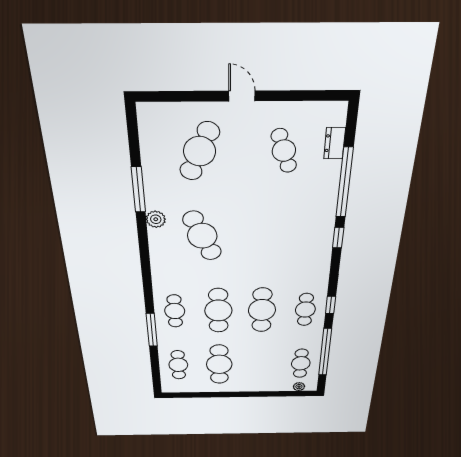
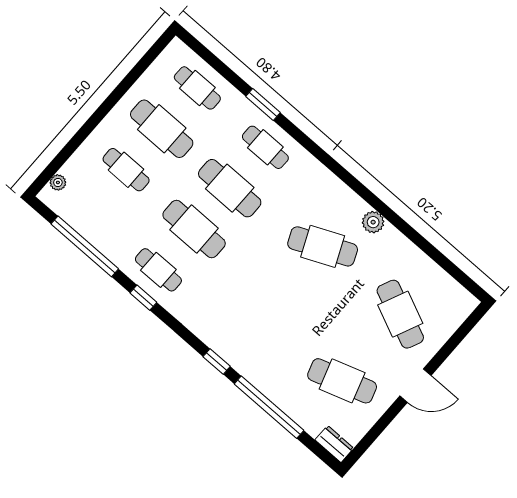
door: (242, 96) -> (415, 386), width x1.38
dresser: (335, 143) -> (334, 444), moved
cafe table: (284, 151) -> (342, 381), width x1.37, depth x1.35
window: (138, 190) -> (412, 234), removed
window: (152, 330) -> (263, 104), width x0.69
cafe table: (301, 363) -> (126, 170), moved

